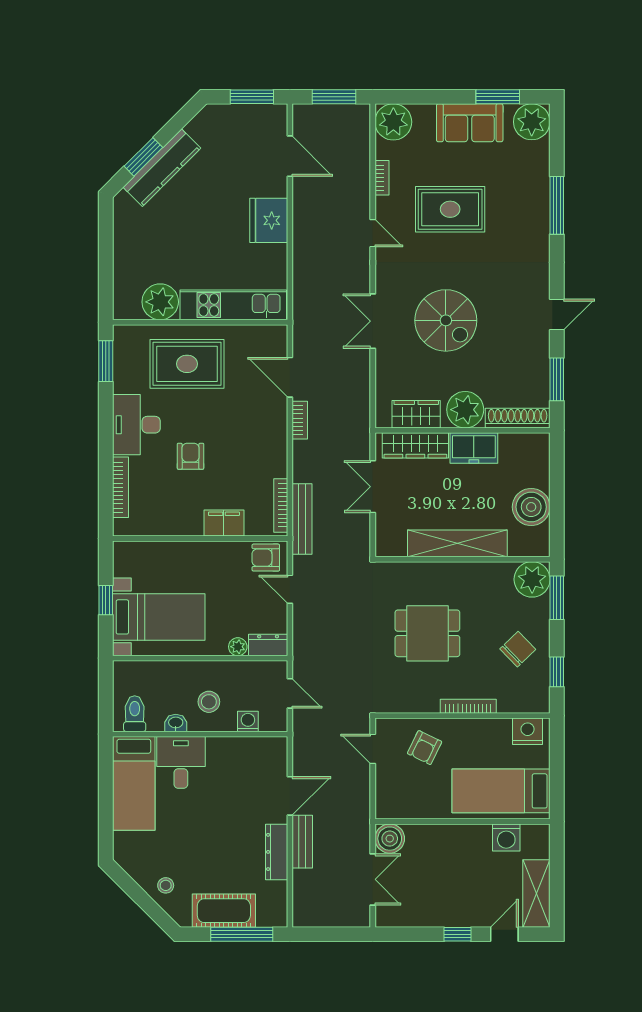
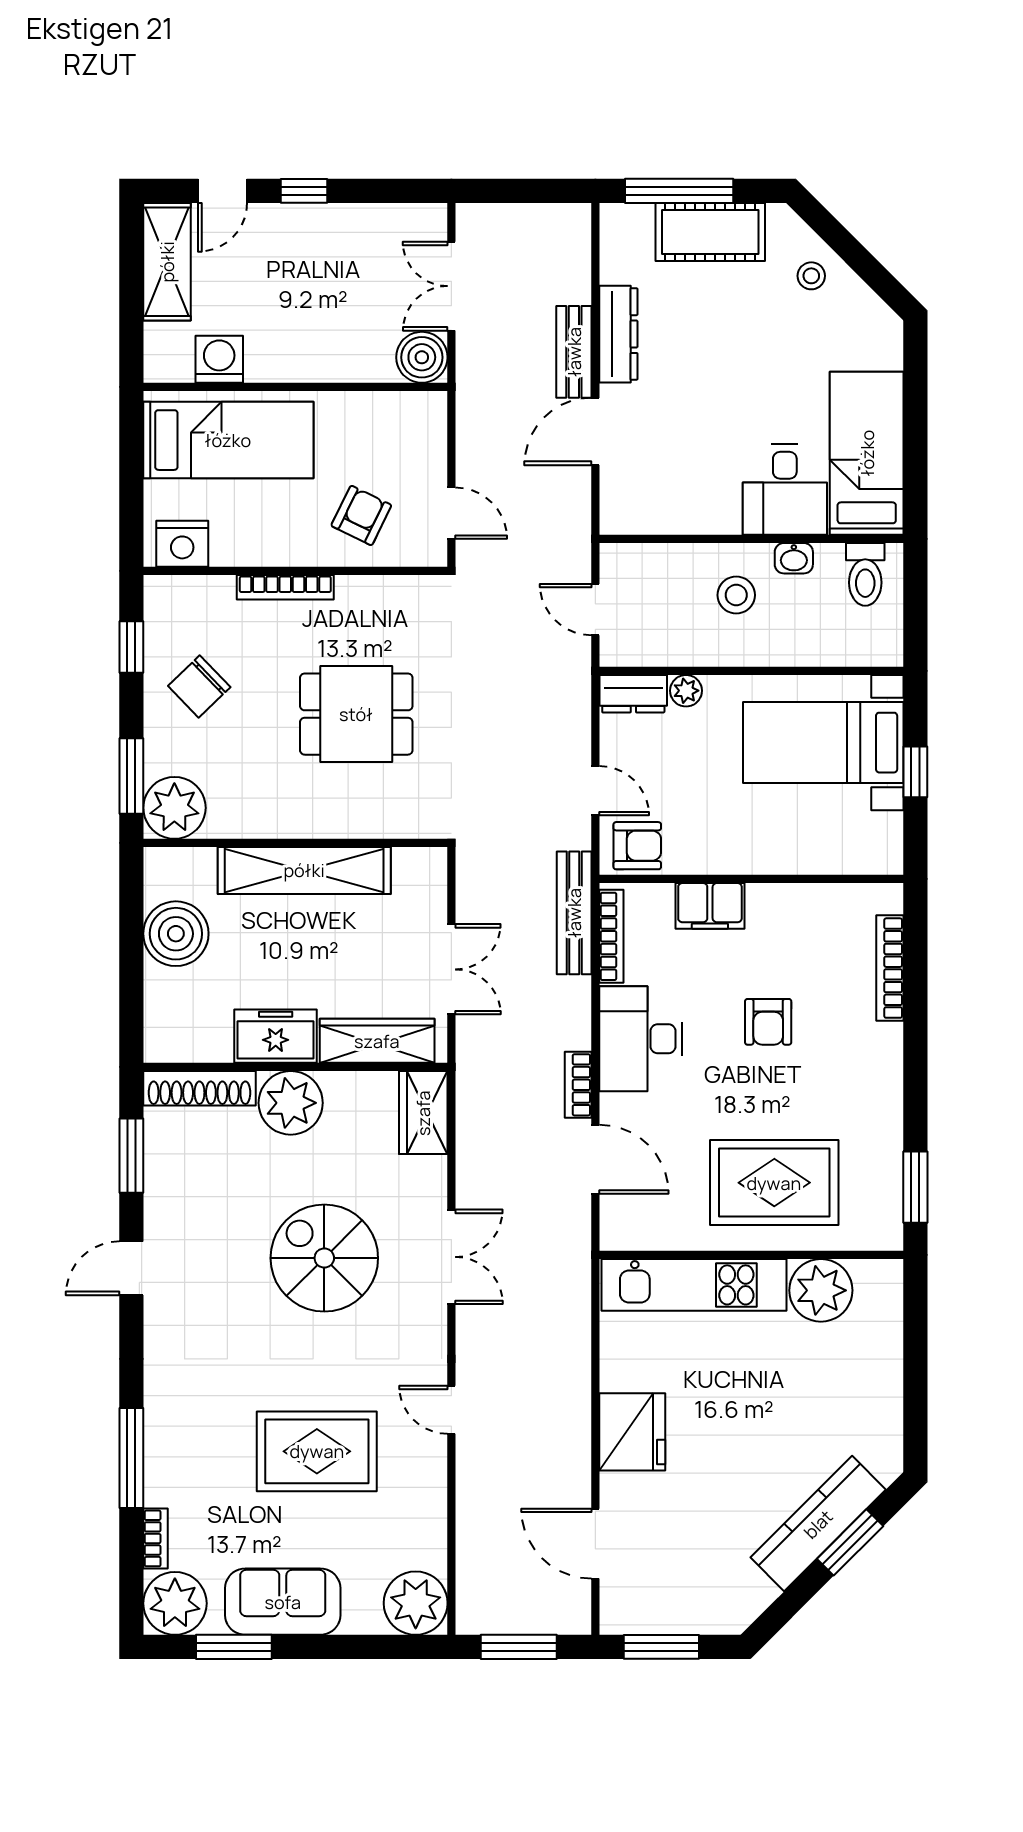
bookcase: (382, 178) -> (155, 1538), moved, turned 180
wardrobe: (416, 414) -> (423, 1113), moved, turned 90
desk: (136, 425) -> (641, 1039), moved, turned 180
washing machine: (248, 721) -> (668, 561), removed

